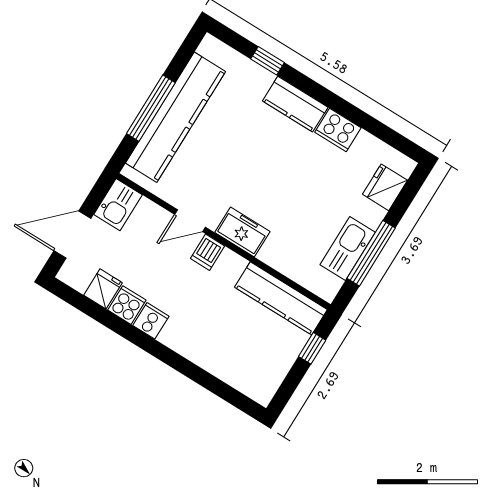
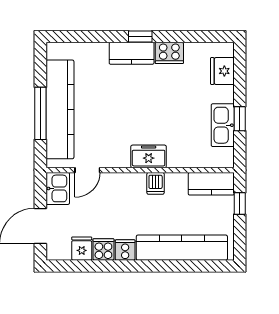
window: (268, 61) -> (140, 36), moved
door: (190, 221) -> (87, 170), moved
dishwasher: (208, 252) -> (156, 183), moved
window: (371, 253) -> (240, 119), width x0.46
kitchen counter: (281, 298) -> (211, 184), width x0.67
kitchen counter: (216, 358) -> (182, 248), added

